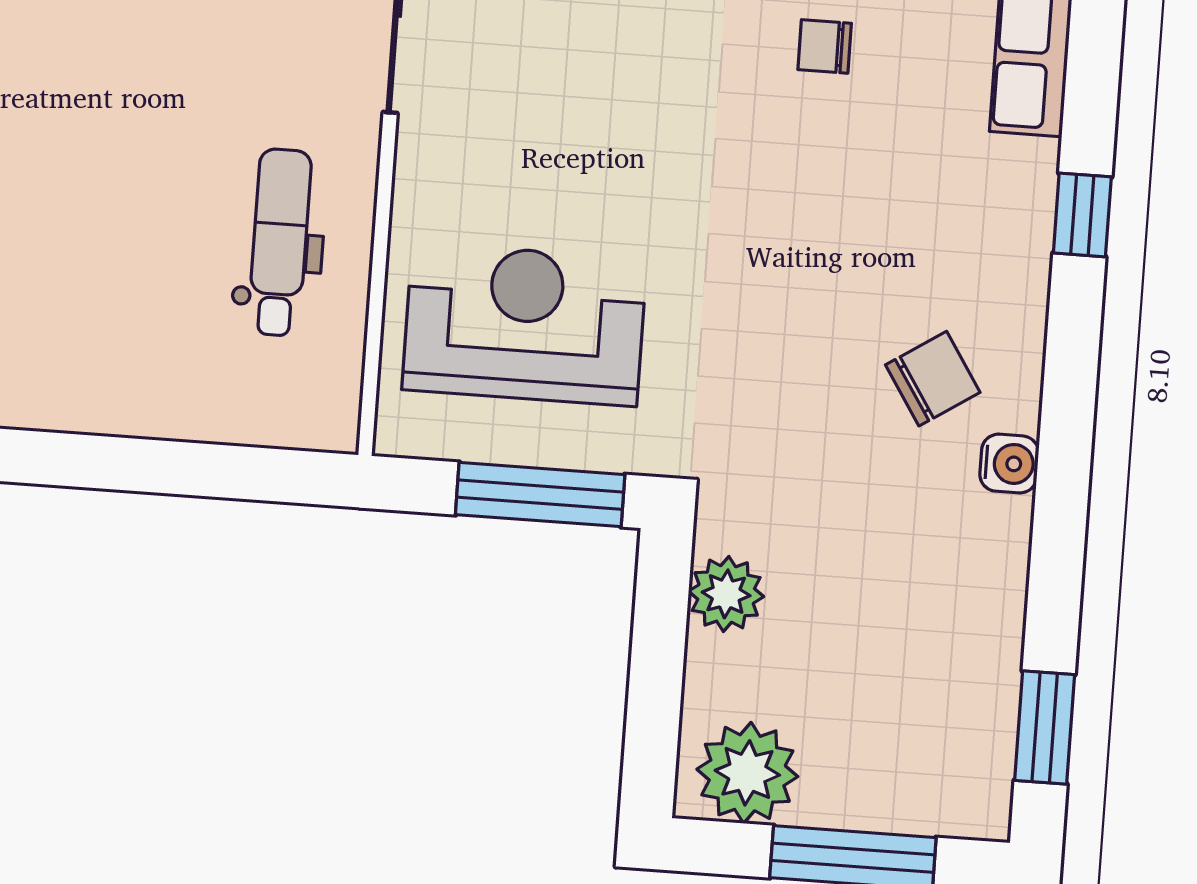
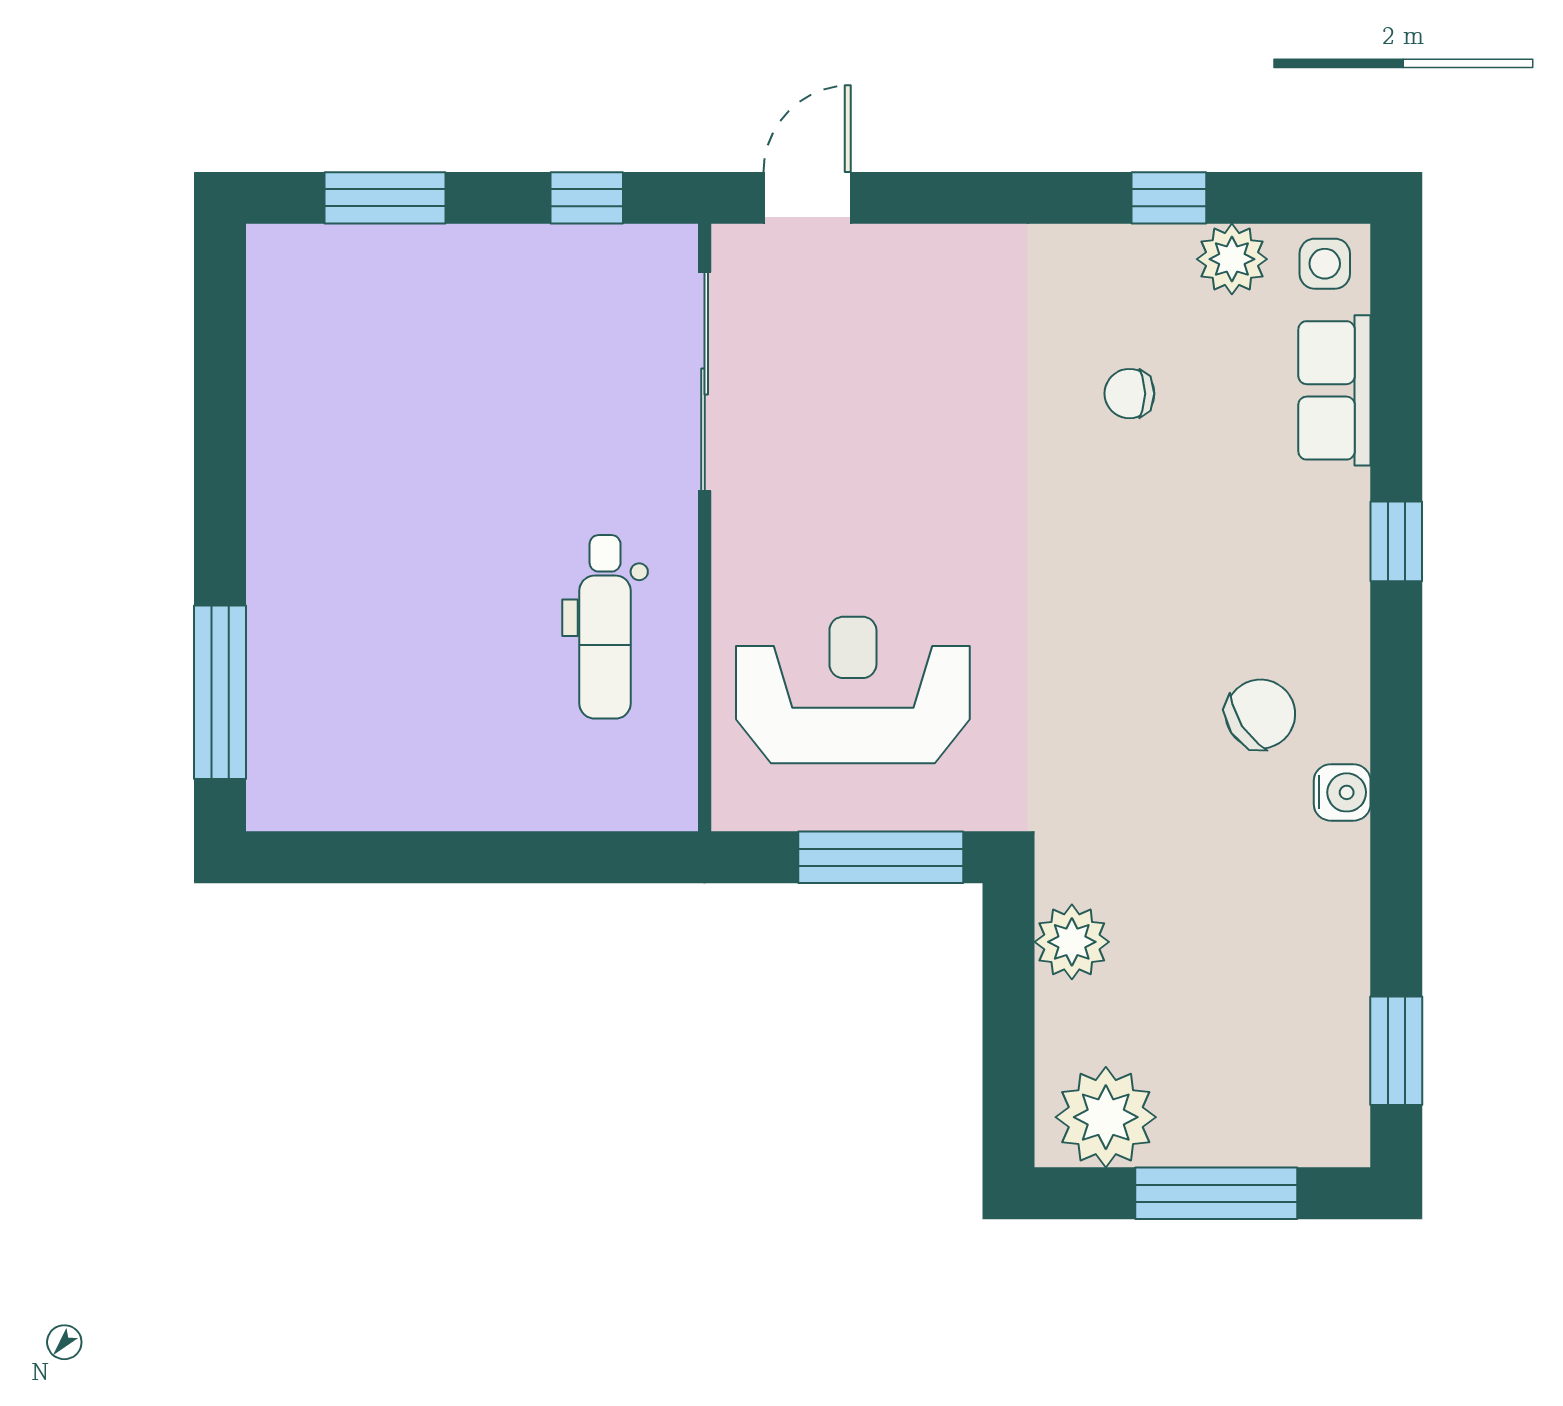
dental chair: (280, 242) -> (605, 627), turned 180

